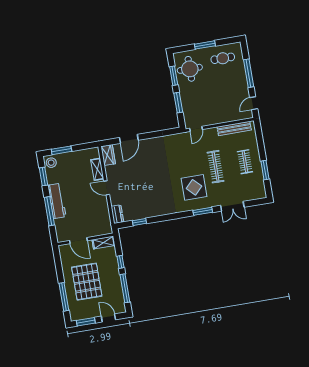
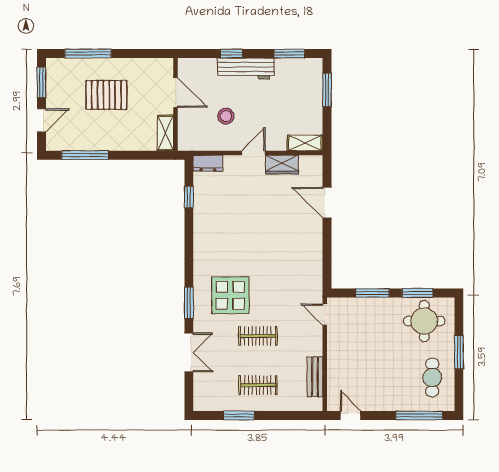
window: (249, 73) -> (419, 415), moved
bench: (234, 128) -> (315, 377), width x0.73
wardrobe: (108, 155) -> (282, 164), moved
stool: (51, 163) -> (226, 116), moved
clothes rail: (216, 167) -> (258, 336), width x0.73
shelving: (97, 169) -> (305, 143), moved
double door: (232, 206) -> (189, 352), swing flipped
window: (49, 211) -> (231, 54), width x0.46
door: (78, 241) -> (176, 93), swing flipped
window: (120, 262) -> (129, 155), removed
pallet: (87, 282) -> (106, 95), width x0.73, depth x0.71

